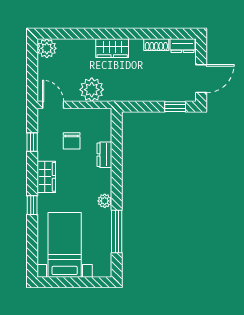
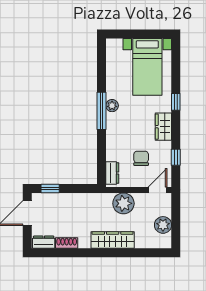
plant: (47, 48) -> (163, 225), moved
wardrobe: (112, 48) -> (113, 240), width x1.50
door: (53, 105) -> (157, 190), swing flipped
dresser: (104, 155) -> (112, 173), moved
window: (117, 232) -> (101, 111), moved

